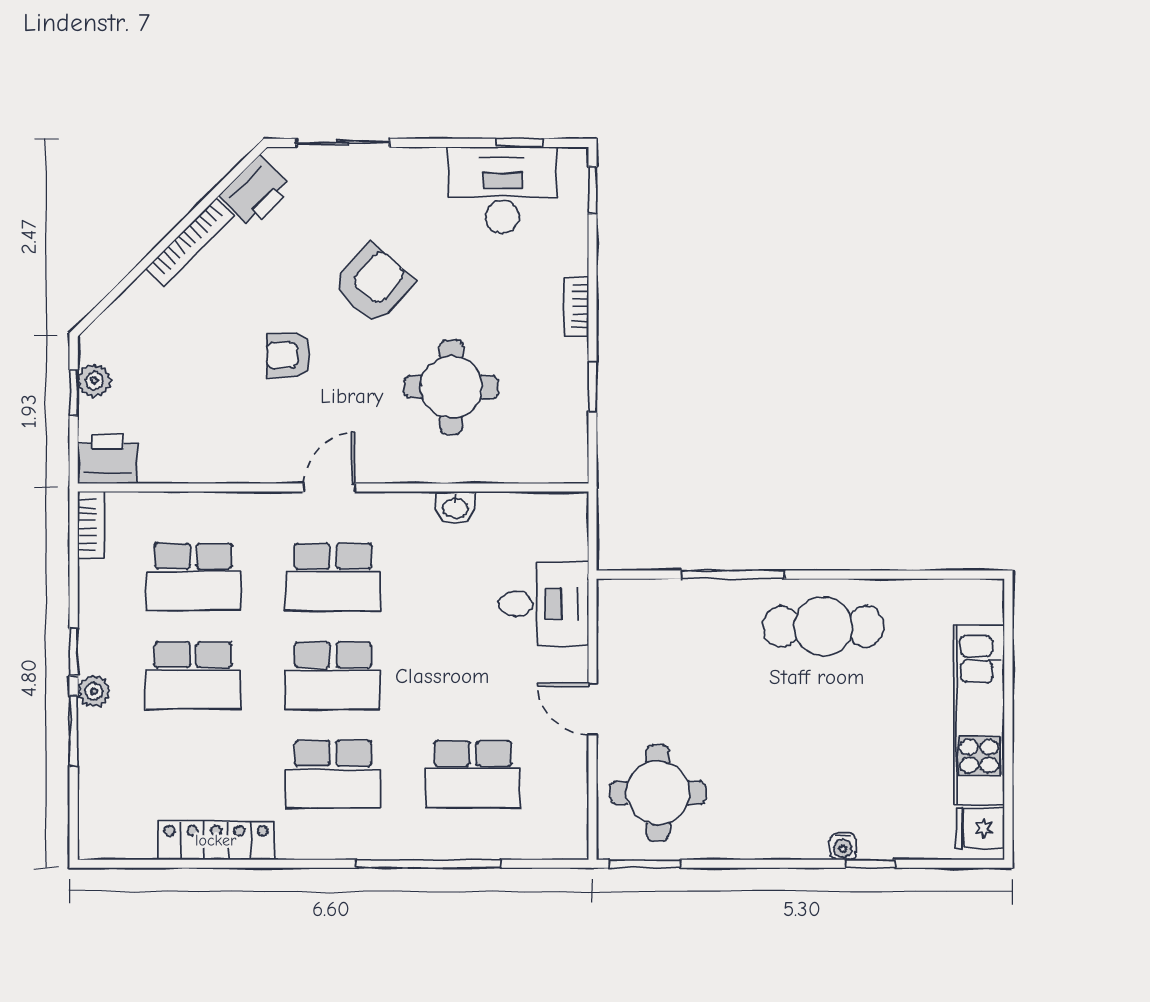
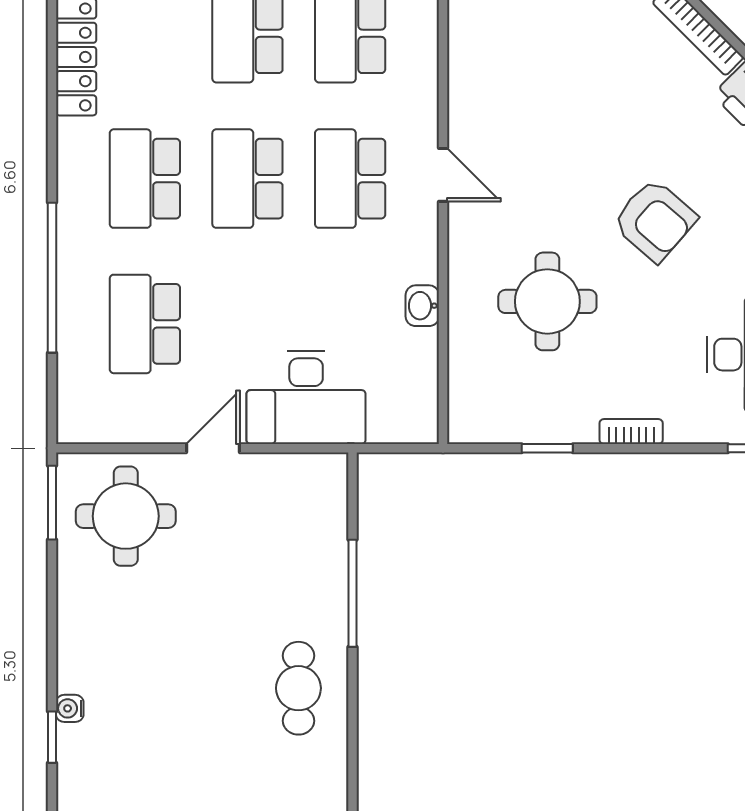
armchair: (288, 355) -> (580, 132), removed
desk: (544, 604) -> (306, 397), width x1.37
cafe table: (823, 627) -> (298, 688), width x0.73, depth x0.74

